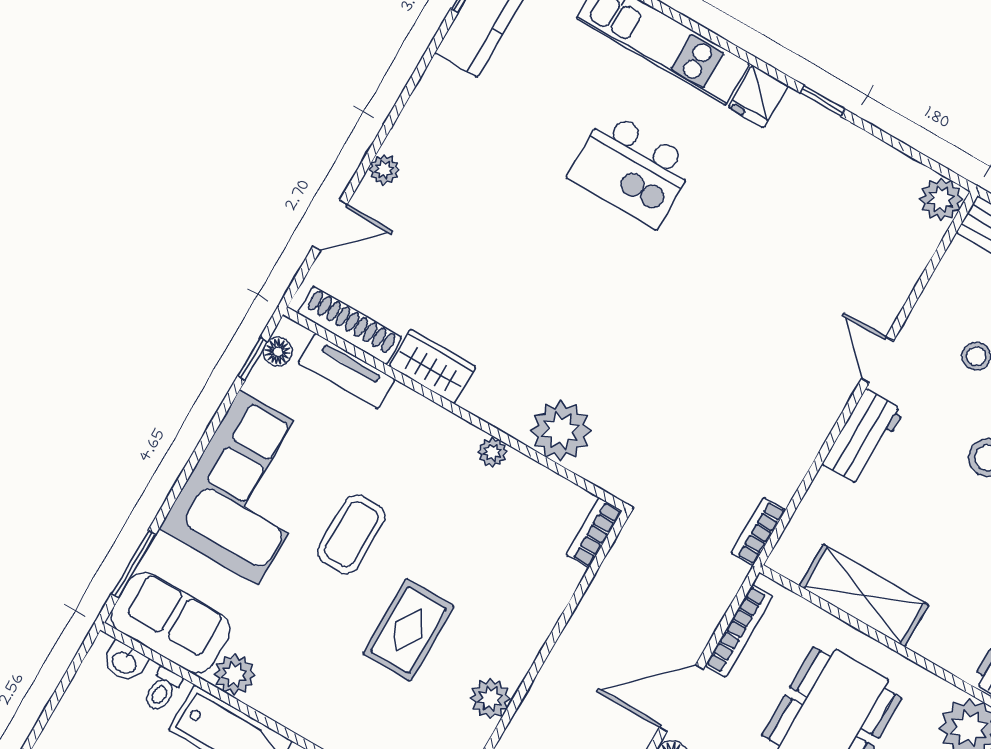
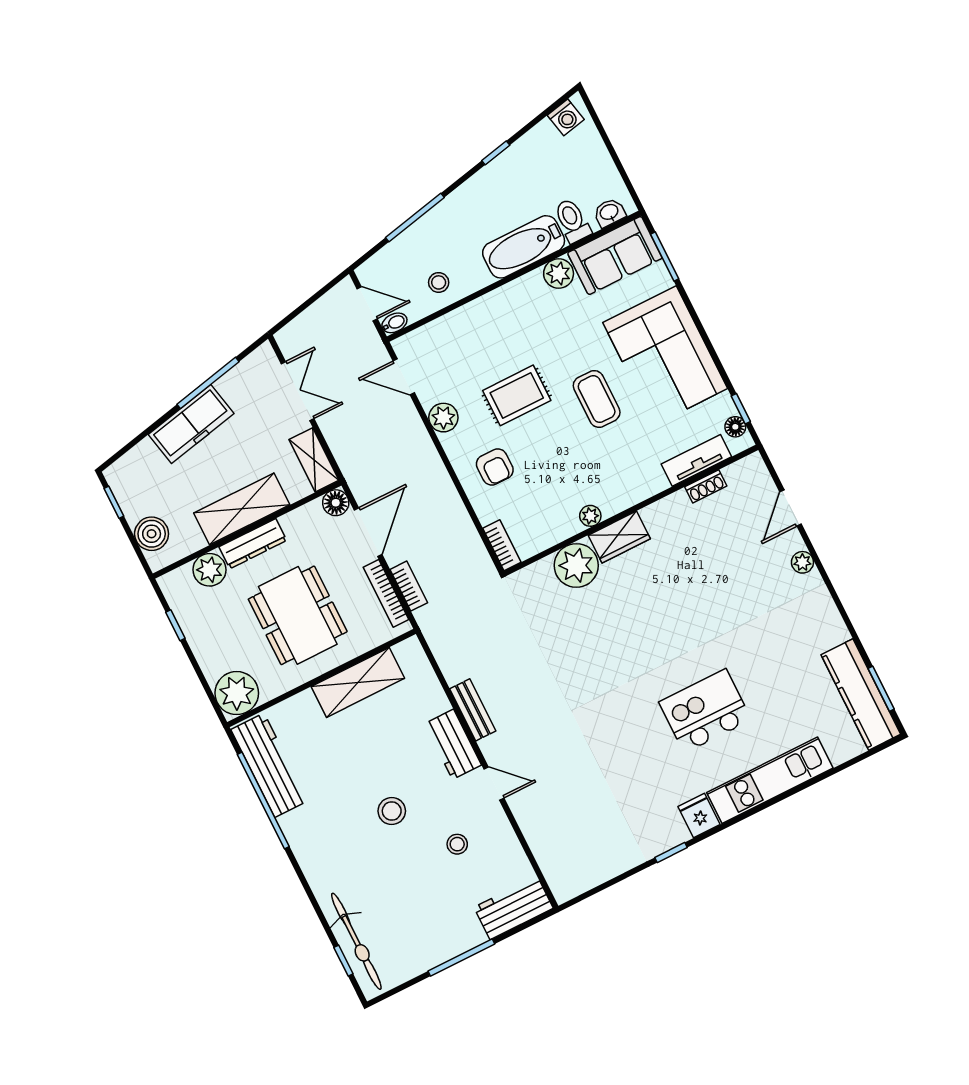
plant: (941, 199) -> (565, 885), removed
shoe rack: (350, 325) -> (706, 486), width x0.51, depth x0.81
wardrobe: (432, 366) -> (619, 537), moved
bench: (808, 441) -> (473, 710), added
bookcase: (758, 531) -> (409, 586), moved
armchair: (508, 601) -> (495, 467), added
rug: (408, 630) -> (517, 395), turned 90
toilet: (162, 690) -> (572, 221), width x1.37, depth x1.39

